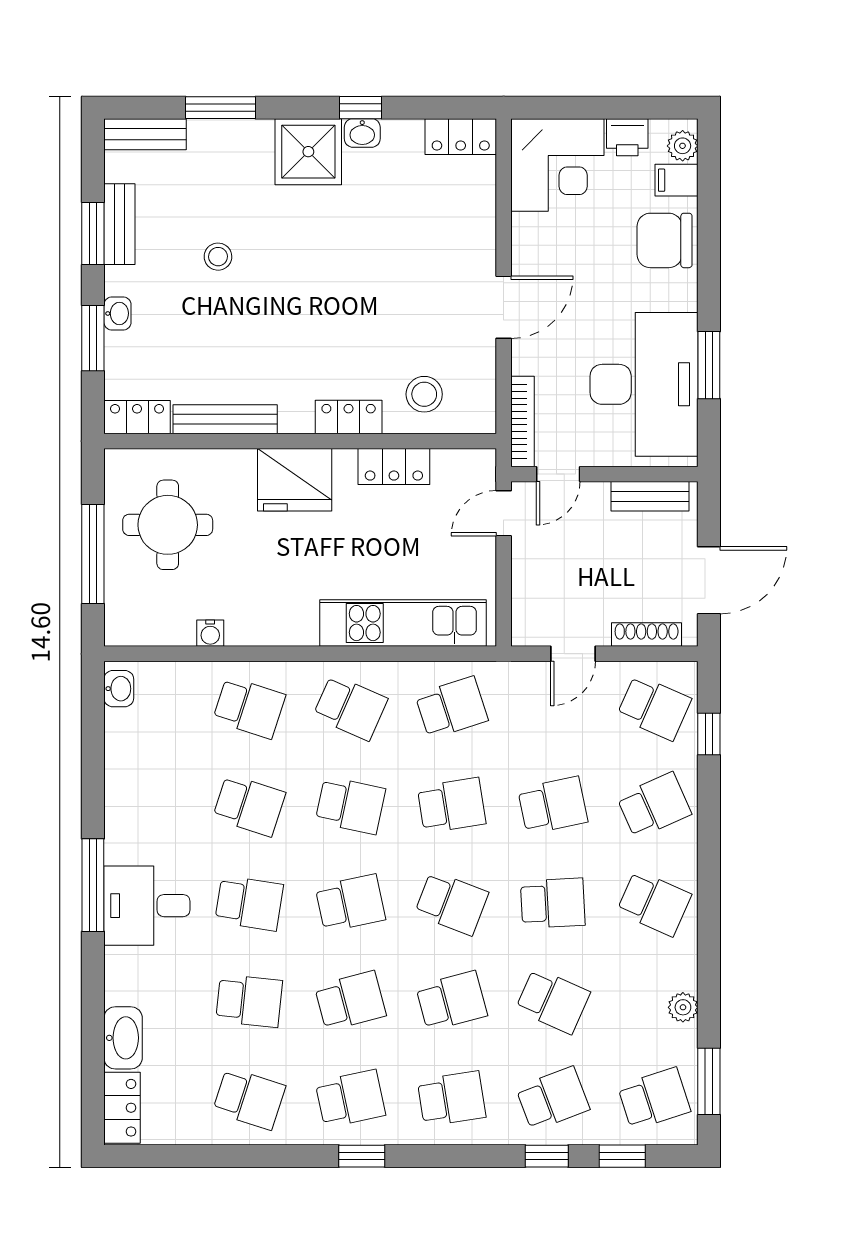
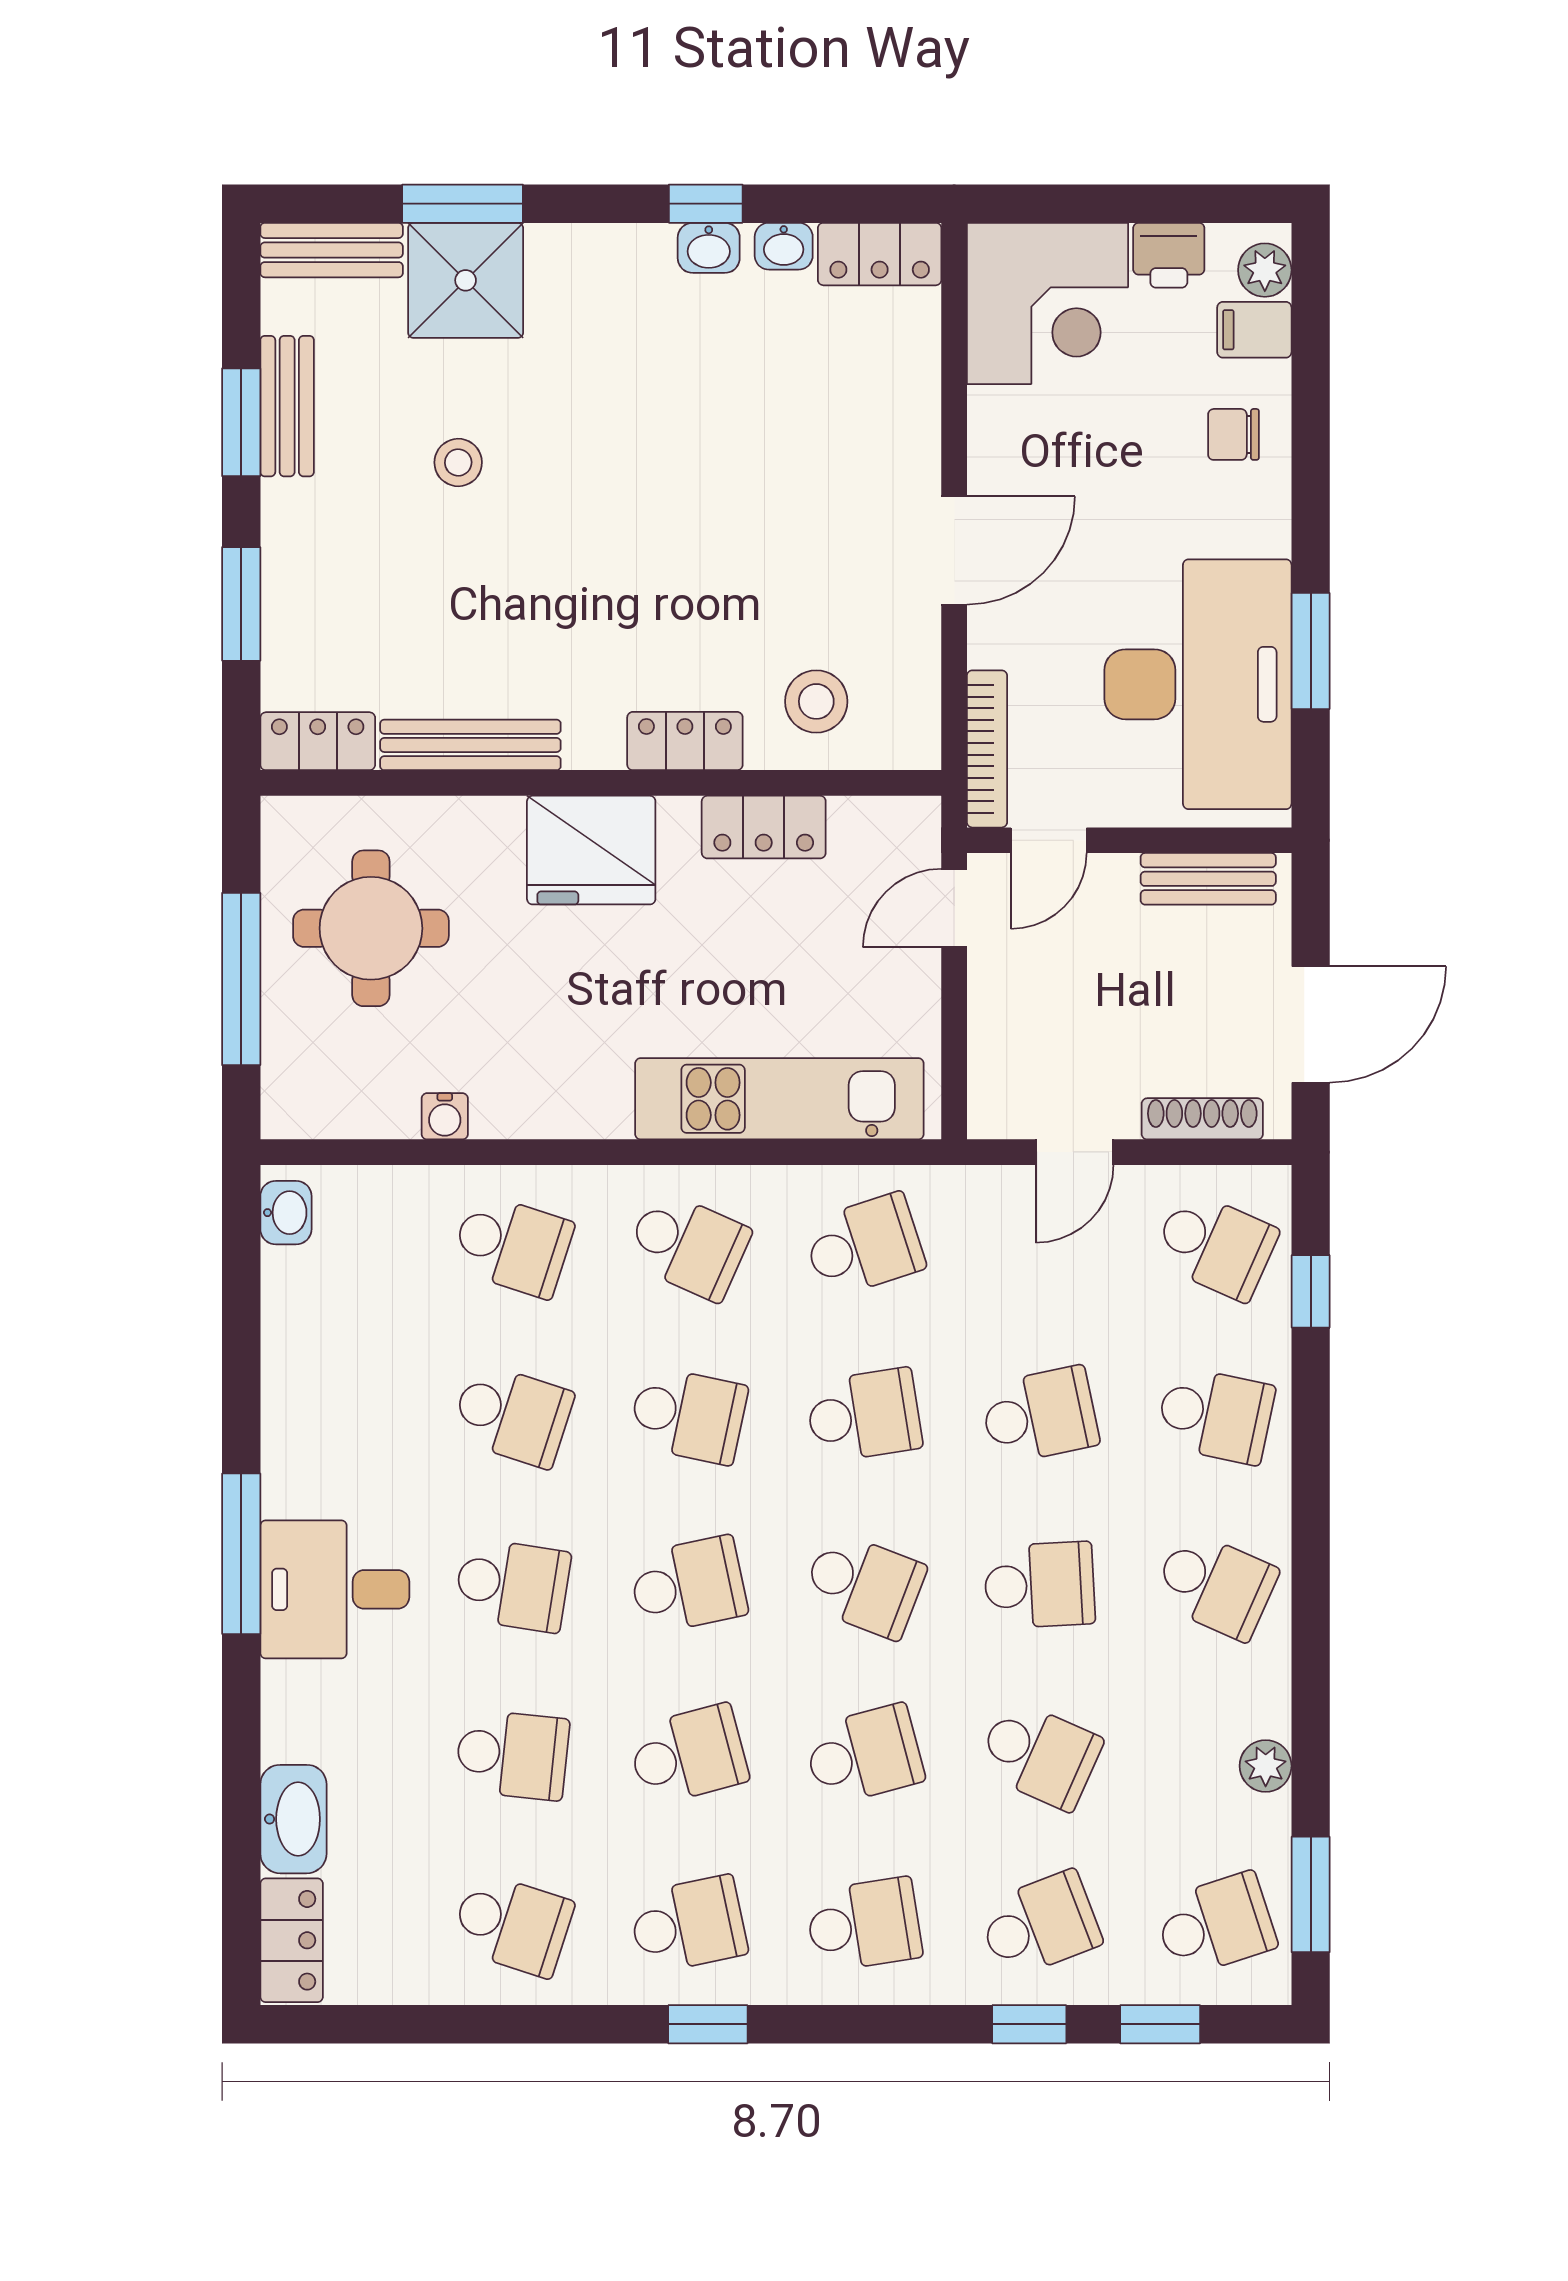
shower: (308, 152) -> (466, 280), moved
chair: (665, 240) -> (1234, 434), width x0.54, depth x0.54
washbasin: (117, 313) -> (784, 246), moved, turned 90
school desk: (654, 805) -> (1215, 1415), turned 36

